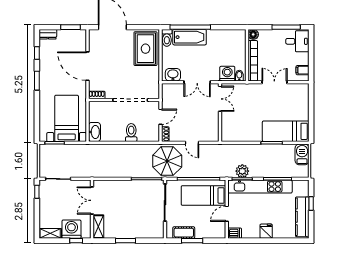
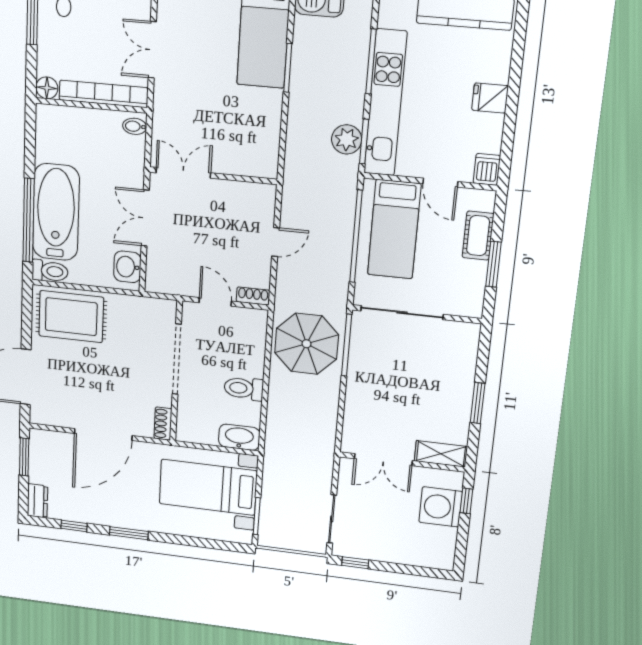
bathtub: (190, 37) -> (56, 212), width x1.36, depth x1.36
washing machine: (227, 74) -> (129, 152), removed
double door: (197, 82) -> (145, 218), swing flipped
toilet: (131, 133) -> (244, 388), moved
parasol: (167, 161) -> (306, 344), moved
shelving: (50, 233) -> (445, 549), removed
cot: (184, 233) -> (478, 236), moved

